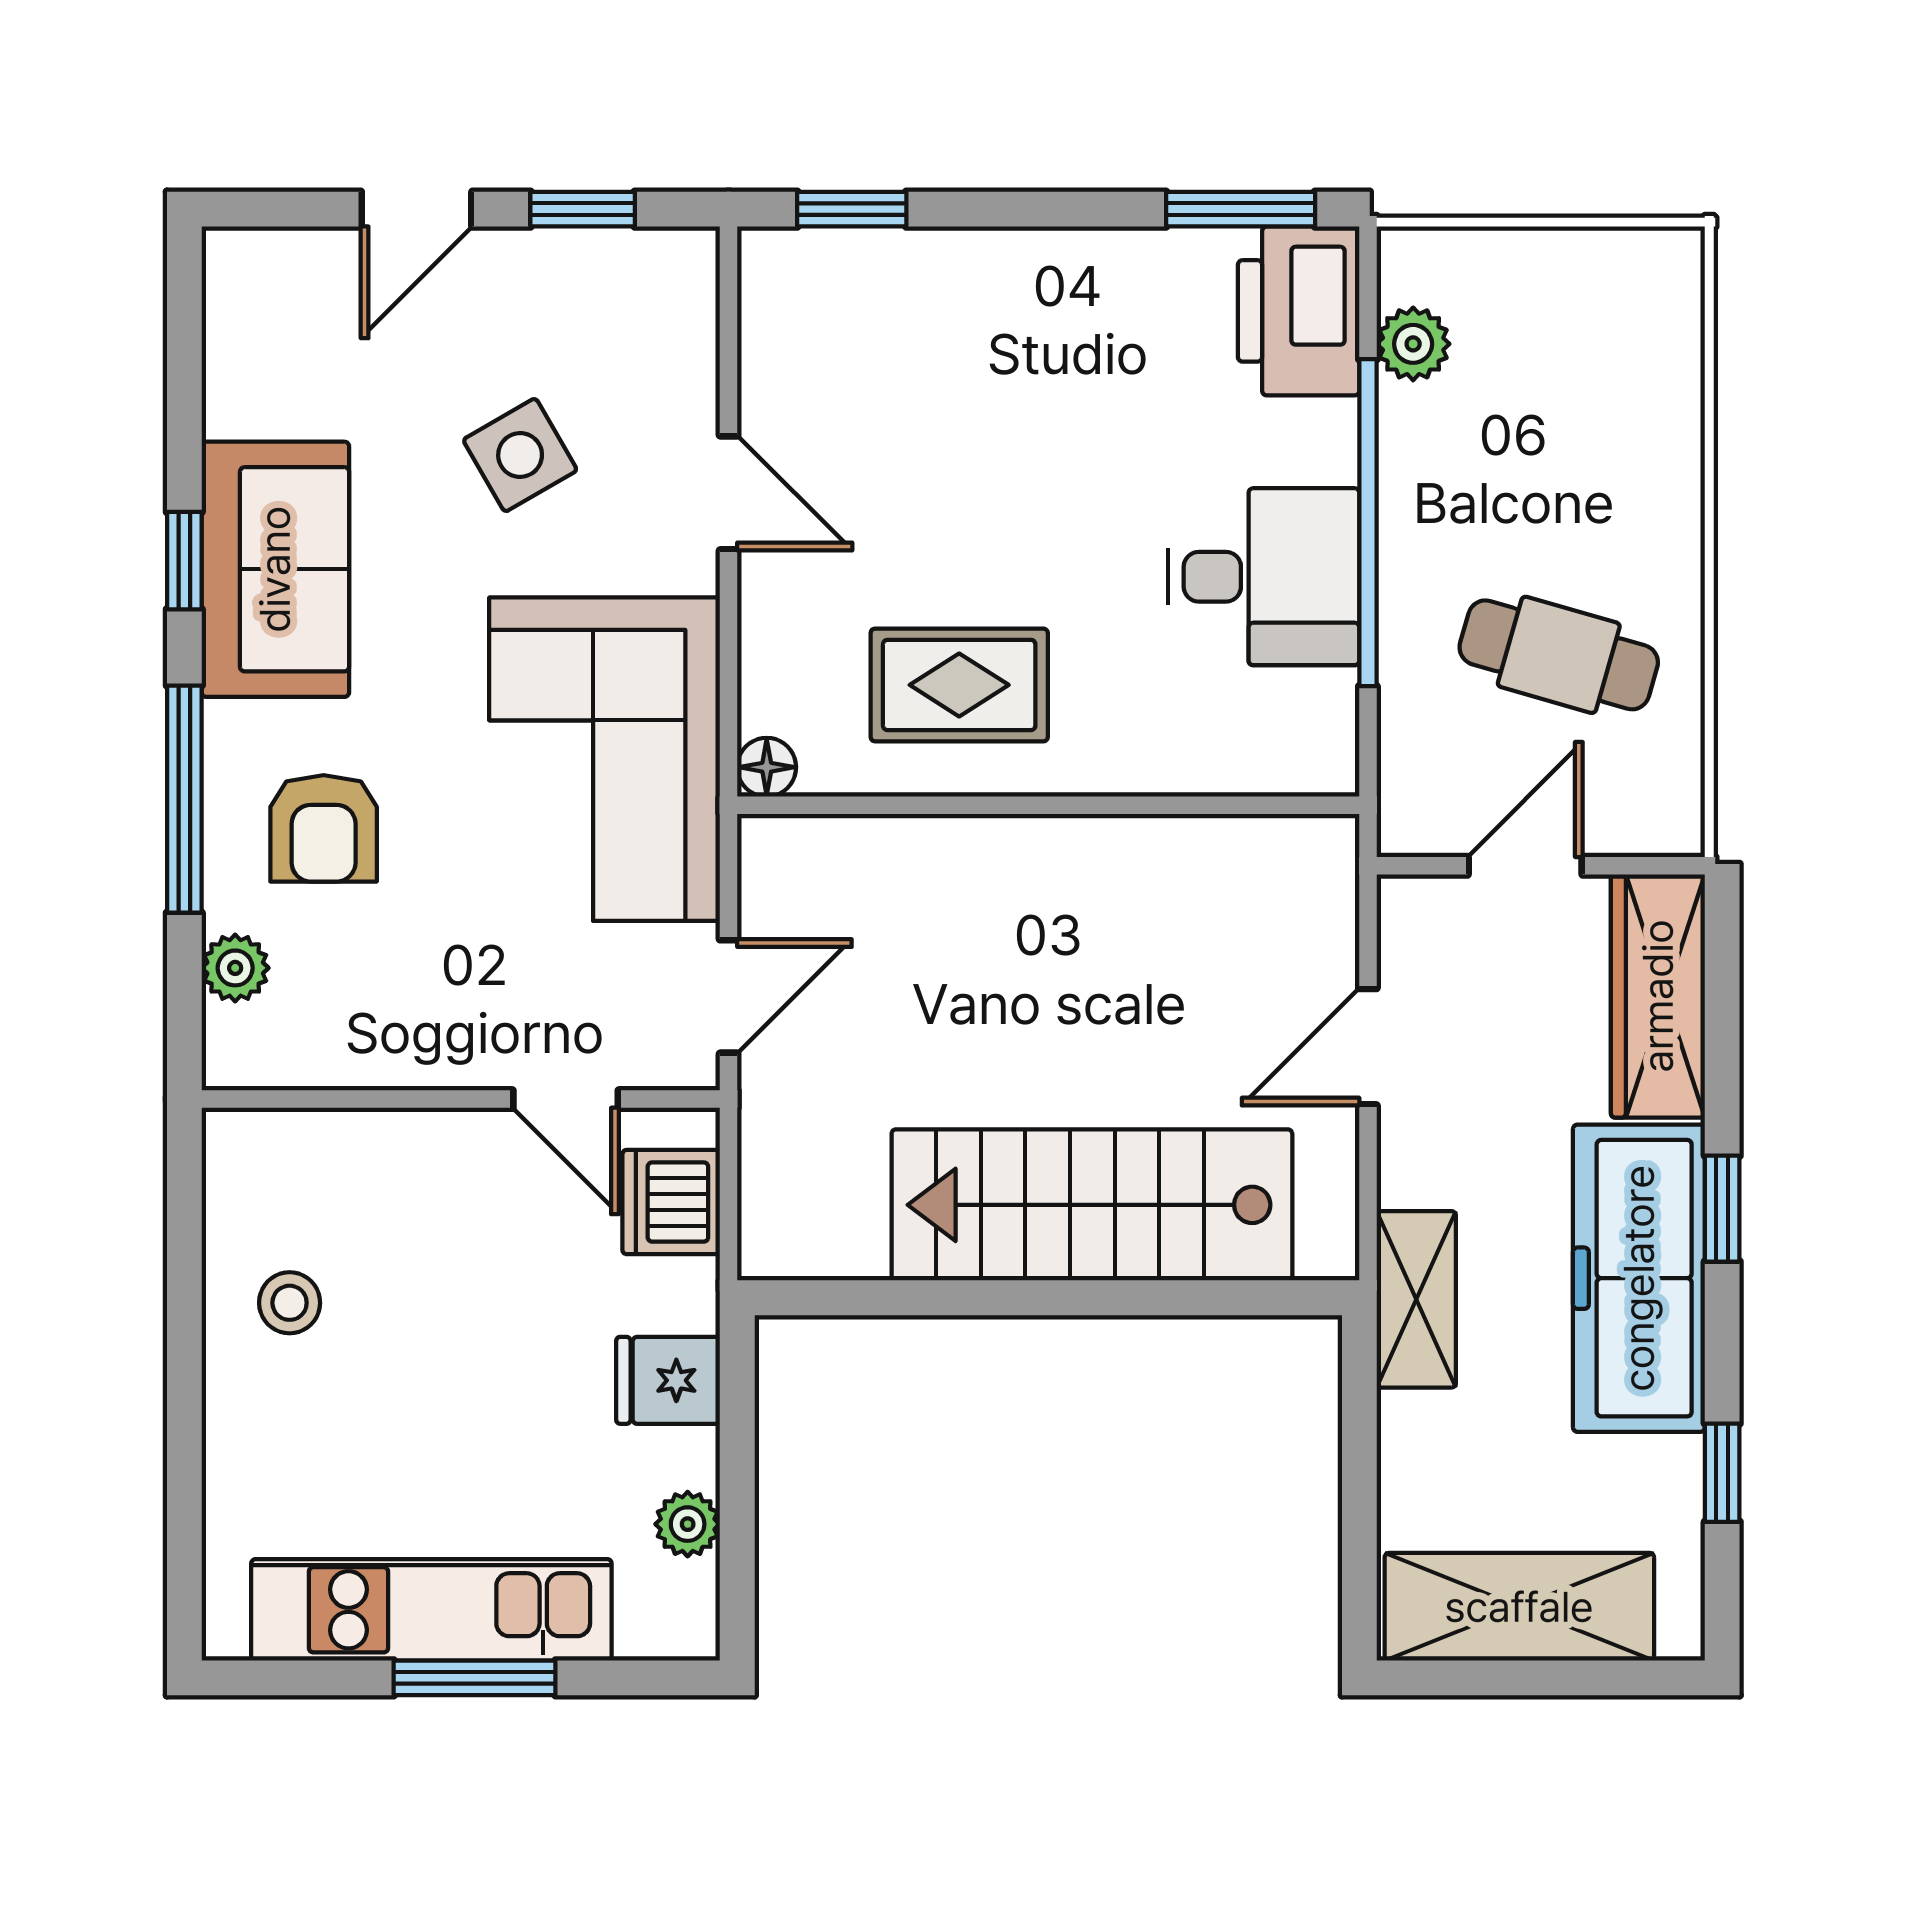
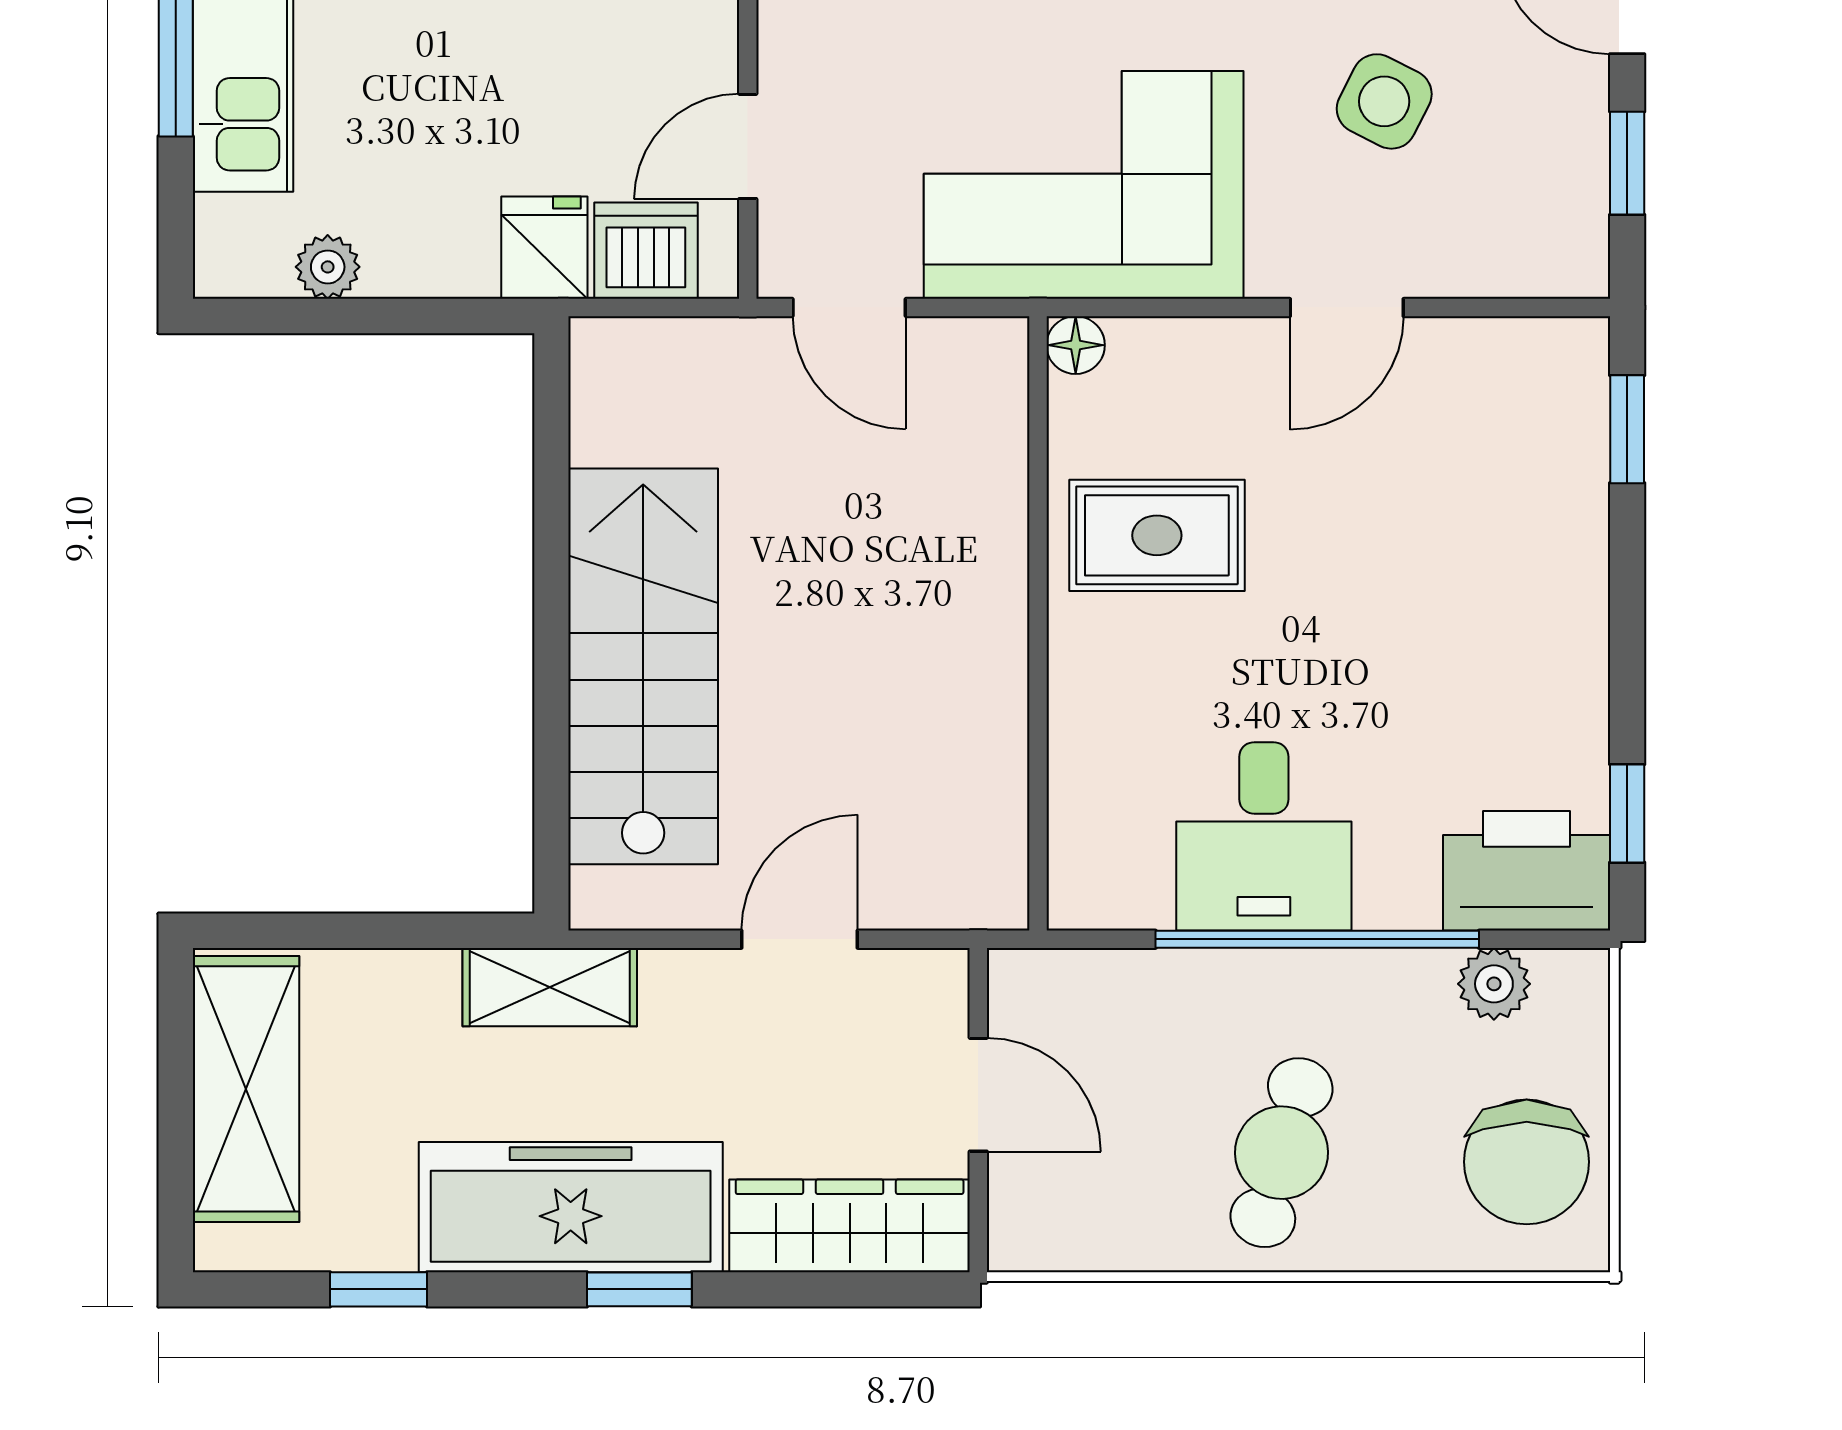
window: (1241, 209) -> (1627, 813), width x0.67
chair: (1593, 311) -> (1527, 1162), added
side table: (520, 455) -> (1384, 101), turned -33
cafe table: (1559, 655) -> (1282, 1153), moved
rug: (959, 685) -> (1157, 535), turned 90
door: (1368, 1047) -> (799, 939), hinge flipped
fridge: (668, 1380) -> (544, 248), moved

